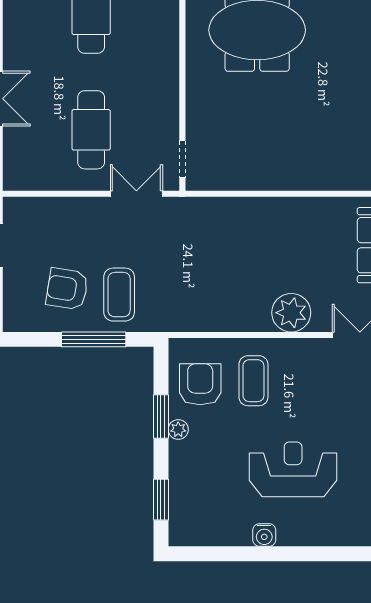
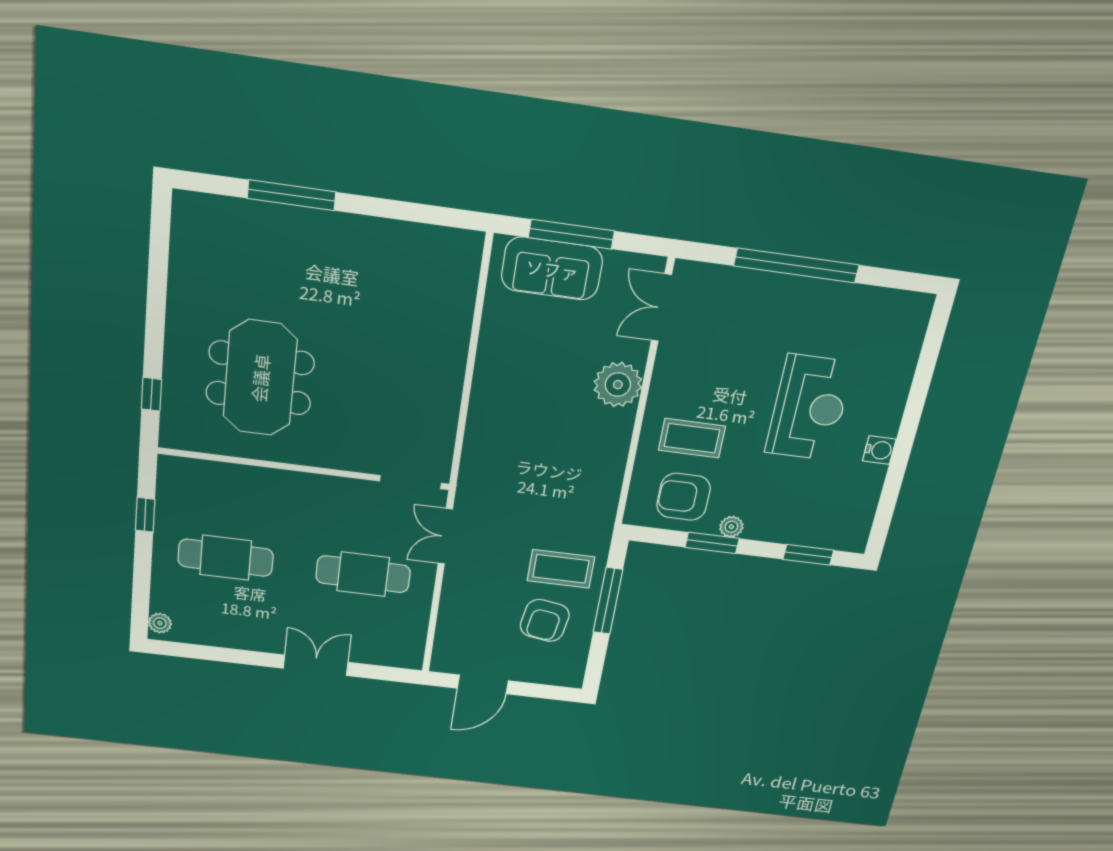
doorway: (182, 159) -> (411, 482), width x1.38
reception desk: (293, 469) -> (809, 408), turned 180

